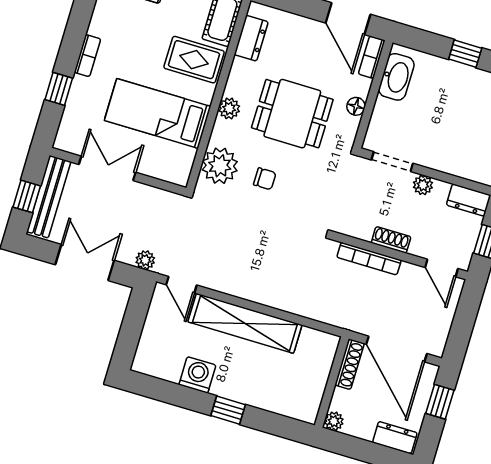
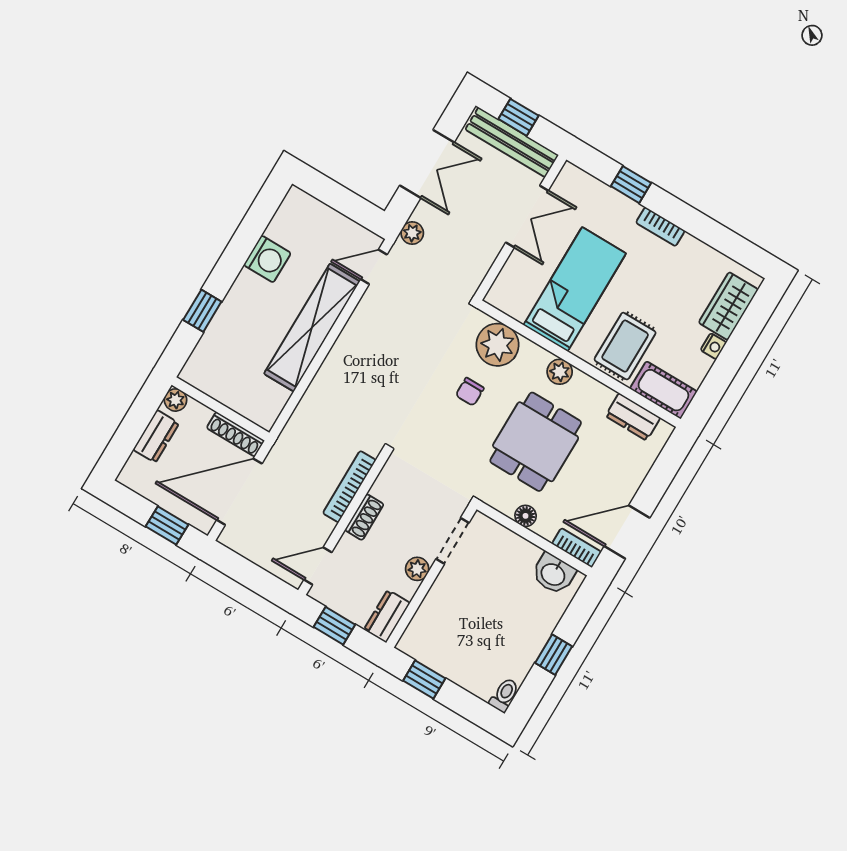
washbasin: (396, 77) -> (553, 574), width x0.72
window: (228, 410) -> (202, 311), moved
dresser: (395, 438) -> (156, 436), moved

